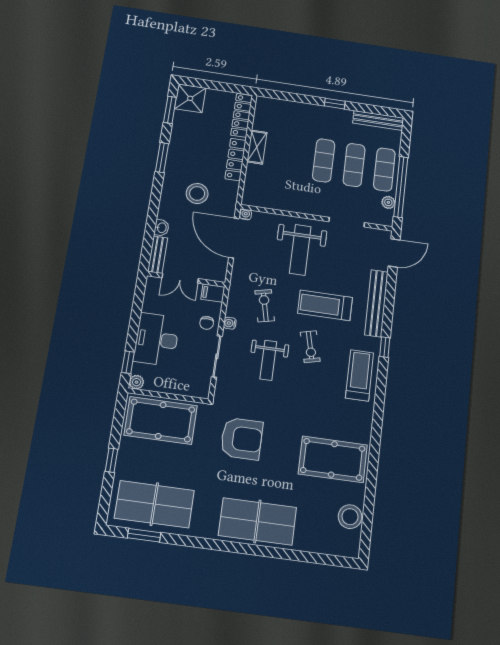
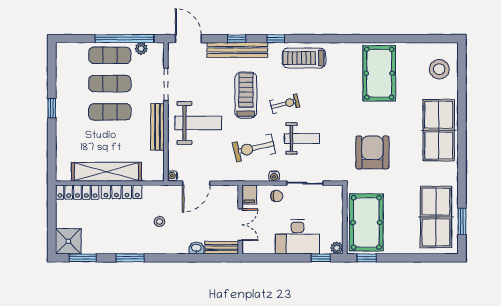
bench: (378, 120) -> (158, 127), moved
shelving: (257, 147) -> (106, 172), width x2.20, depth x1.33
stool: (197, 193) -> (160, 222), width x0.53, depth x0.53
door: (234, 238) -> (196, 183), width x0.73
window: (389, 304) -> (237, 39), added
treadmill: (325, 305) -> (246, 95), turned 180
exercise bike: (265, 306) -> (254, 148), width x1.38, depth x1.39
window: (112, 460) -> (367, 258), moved
stool: (350, 517) -> (439, 69), moved

